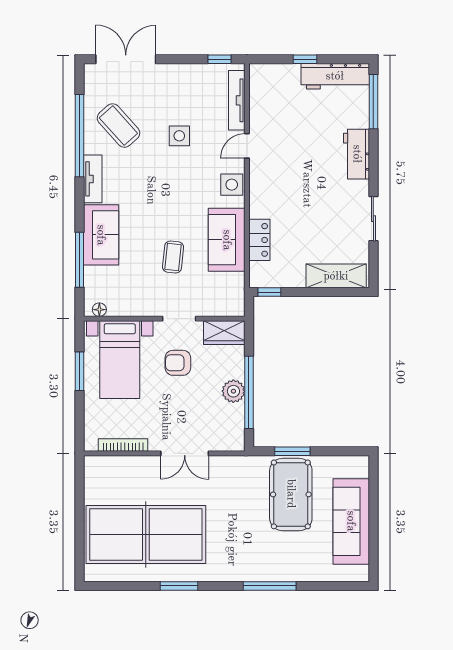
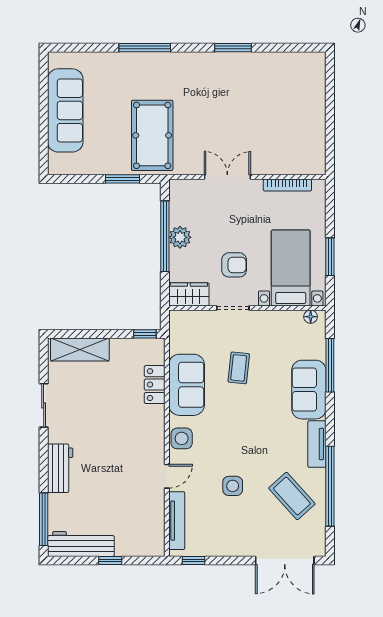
pool table: (291, 494) -> (152, 135), moved
table tennis table: (146, 534) -> (265, 98), removed

